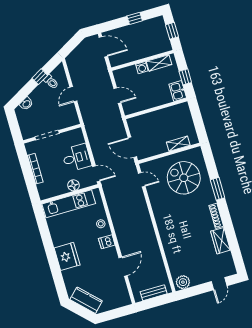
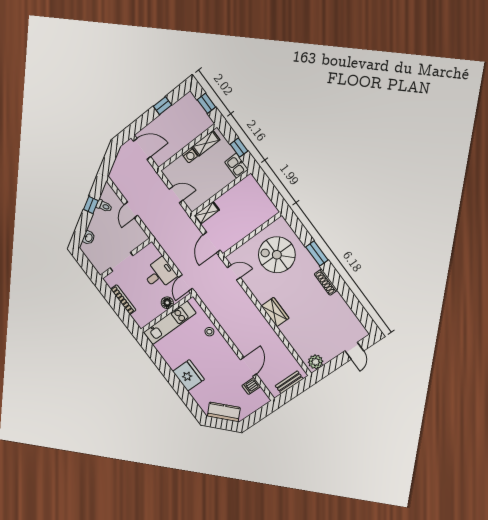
shelving: (178, 144) -> (207, 213), moved
door: (132, 147) -> (212, 243), hinge flipped
door: (96, 174) -> (186, 283), swing flipped
wardrobe: (220, 241) -> (275, 312), moved, turned 180
dishwasher: (107, 242) -> (251, 386), moved

